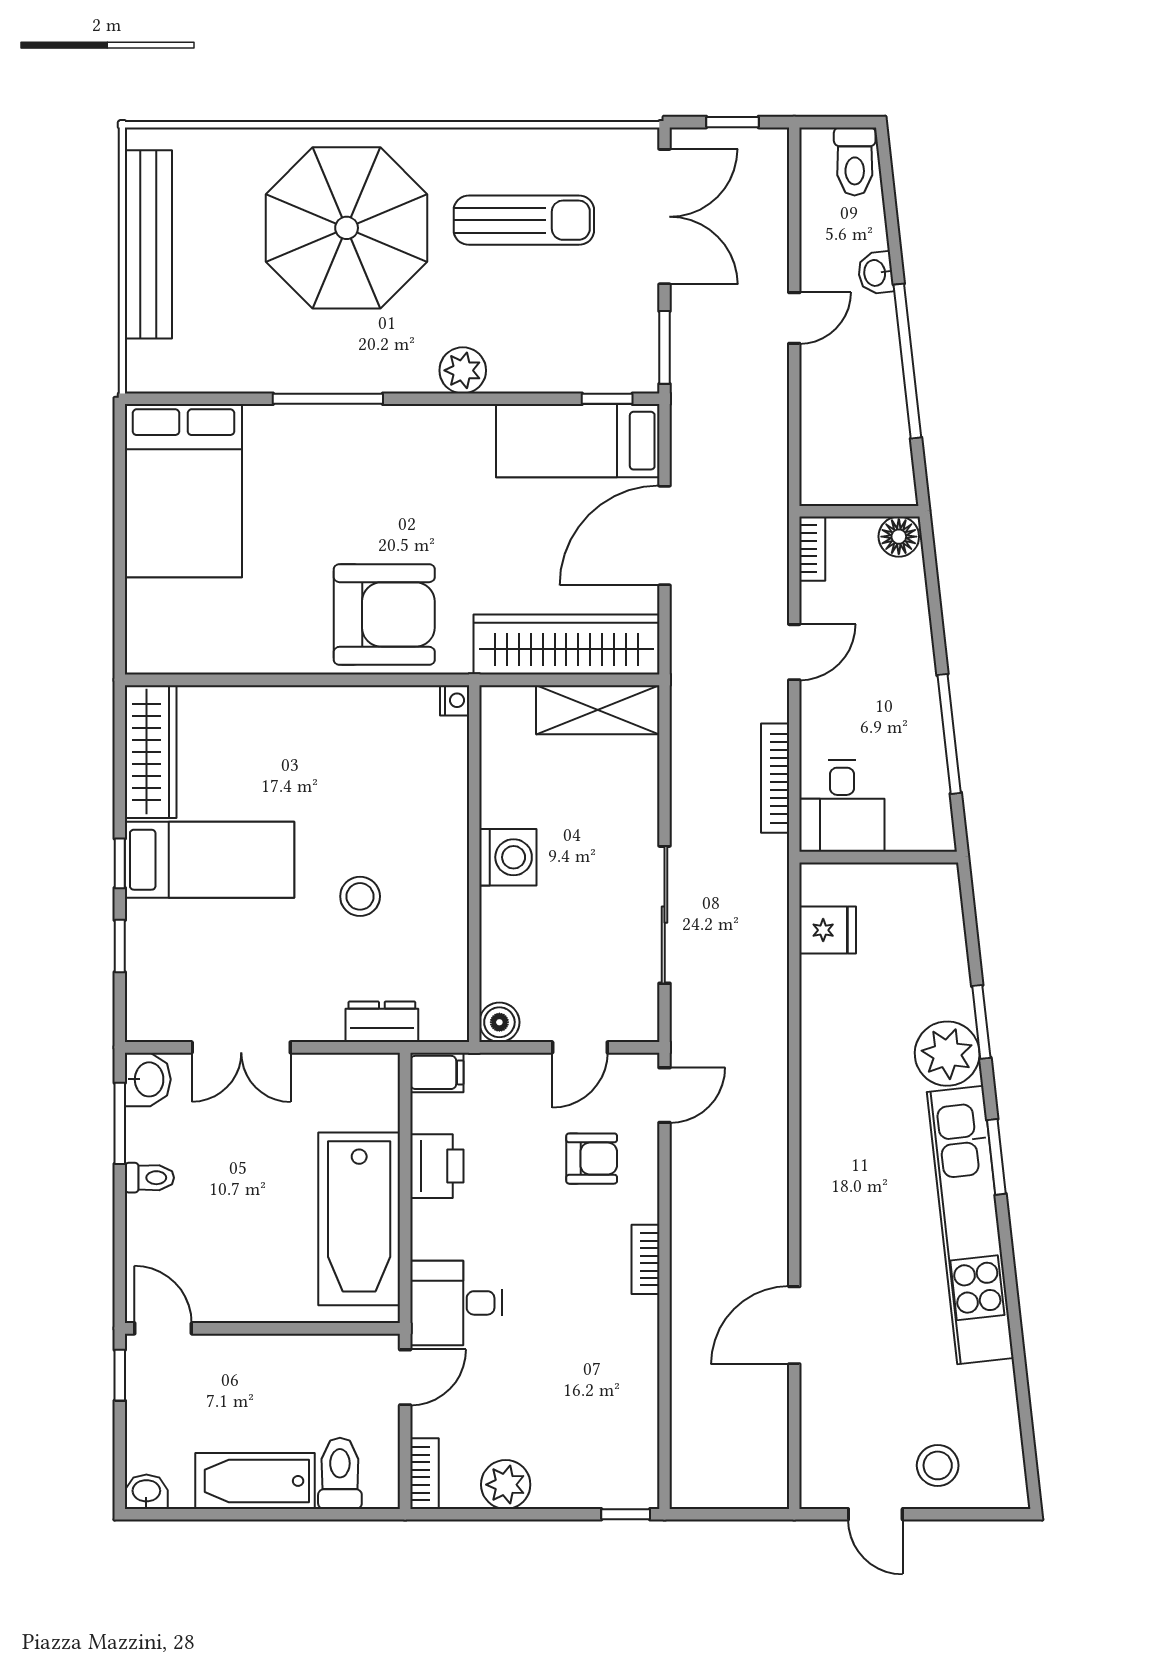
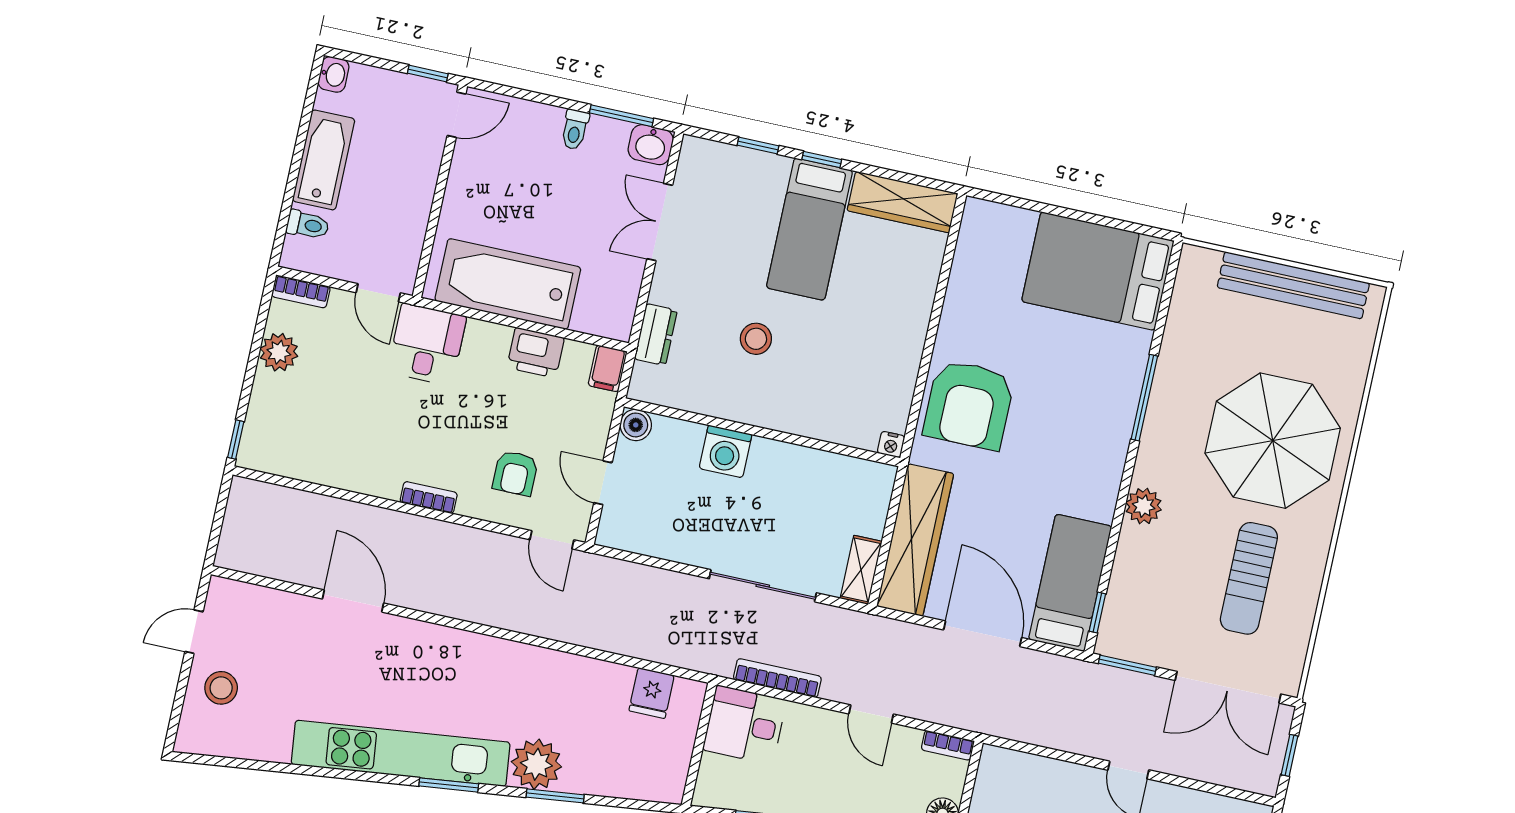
shelving: (598, 710) -> (861, 570), width x0.67, depth x0.75
washing machine: (508, 857) -> (726, 451), moved
sliding door: (665, 915) -> (763, 586), moved
toilet: (340, 1473) -> (308, 225), width x0.73, depth x0.72

